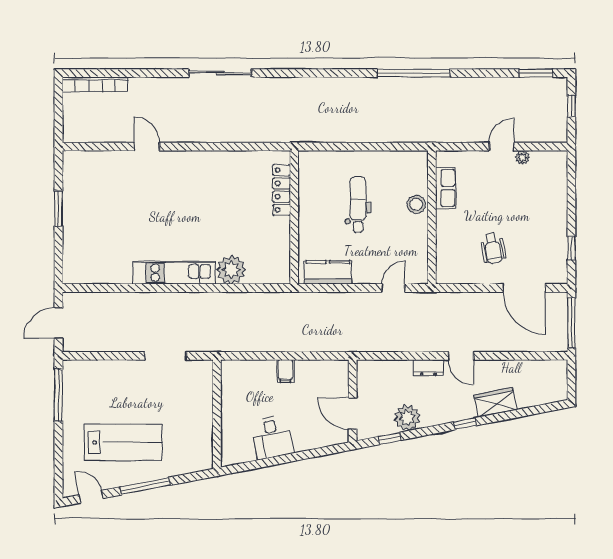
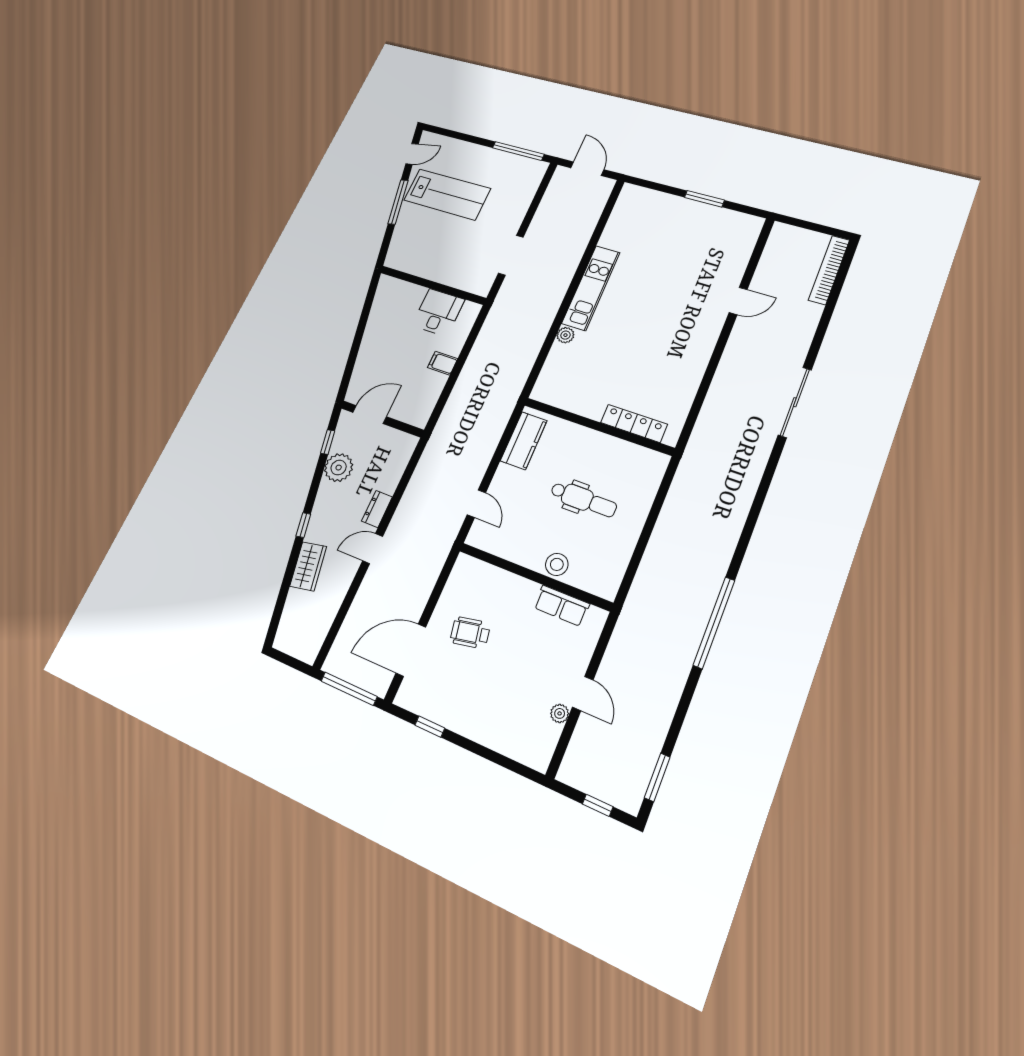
plant: (231, 270) -> (565, 335), width x0.53, depth x0.53
desk: (272, 437) -> (438, 312), moved, turned 101
lab bench: (123, 442) -> (447, 194), turned -90

